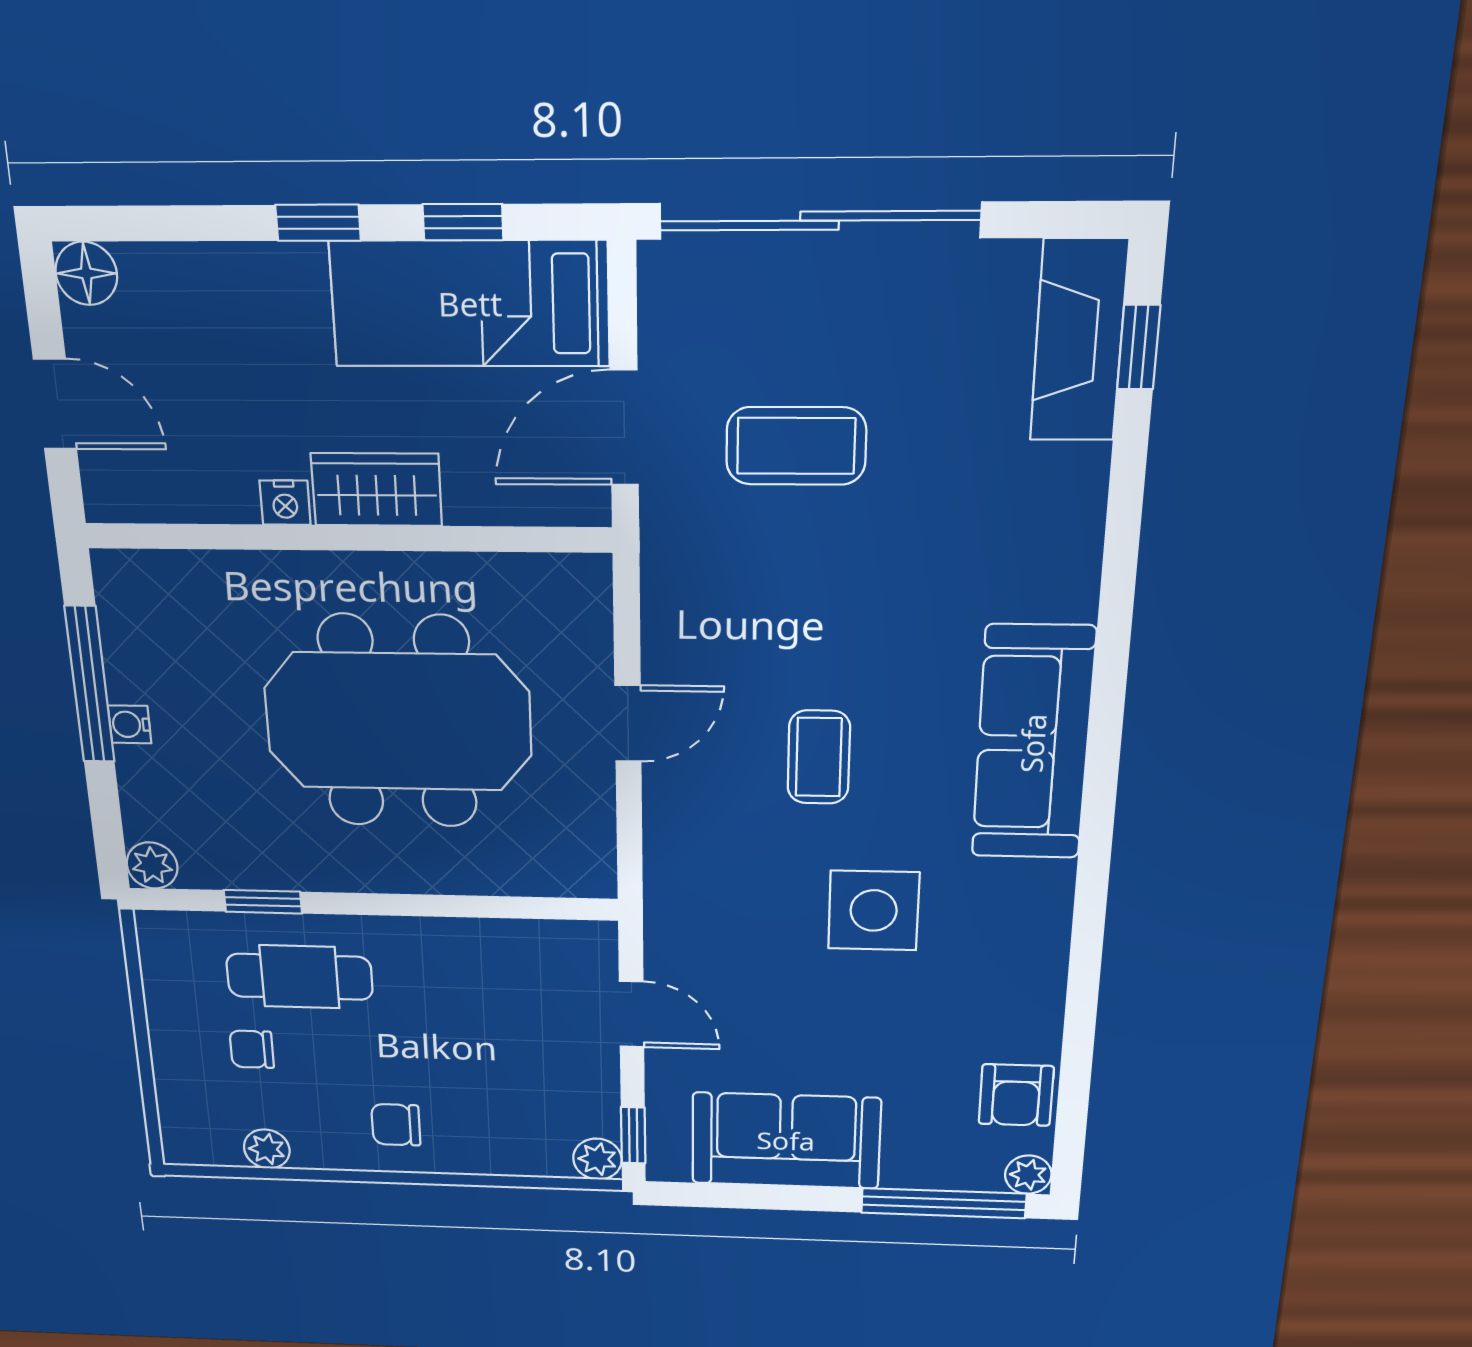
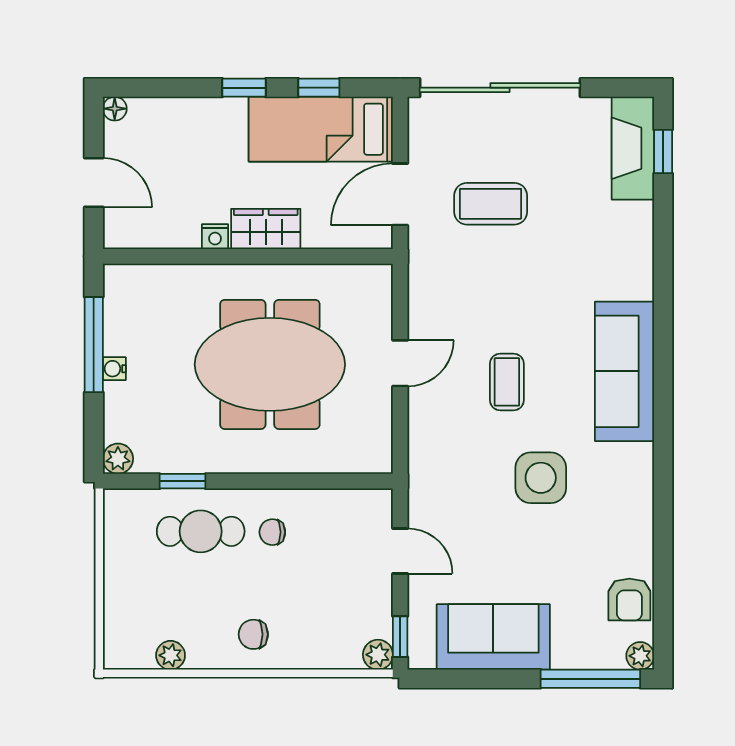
floor lamp: (86, 273) -> (115, 109), width x0.73, depth x0.73
chair: (252, 1049) -> (272, 532), moved

